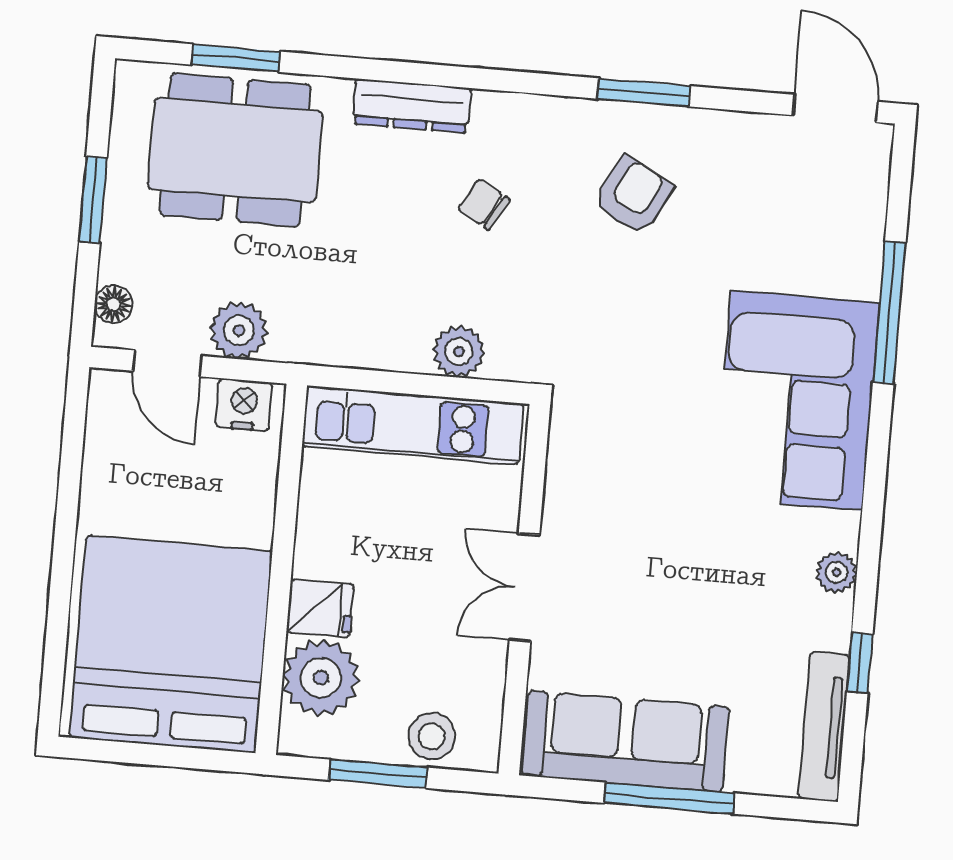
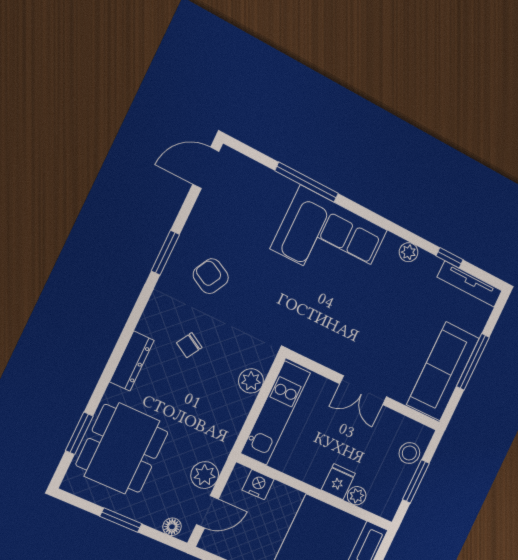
nightstand: (244, 405) -> (258, 485), moved, turned 90
plant: (321, 678) -> (357, 496), width x0.53, depth x0.53

